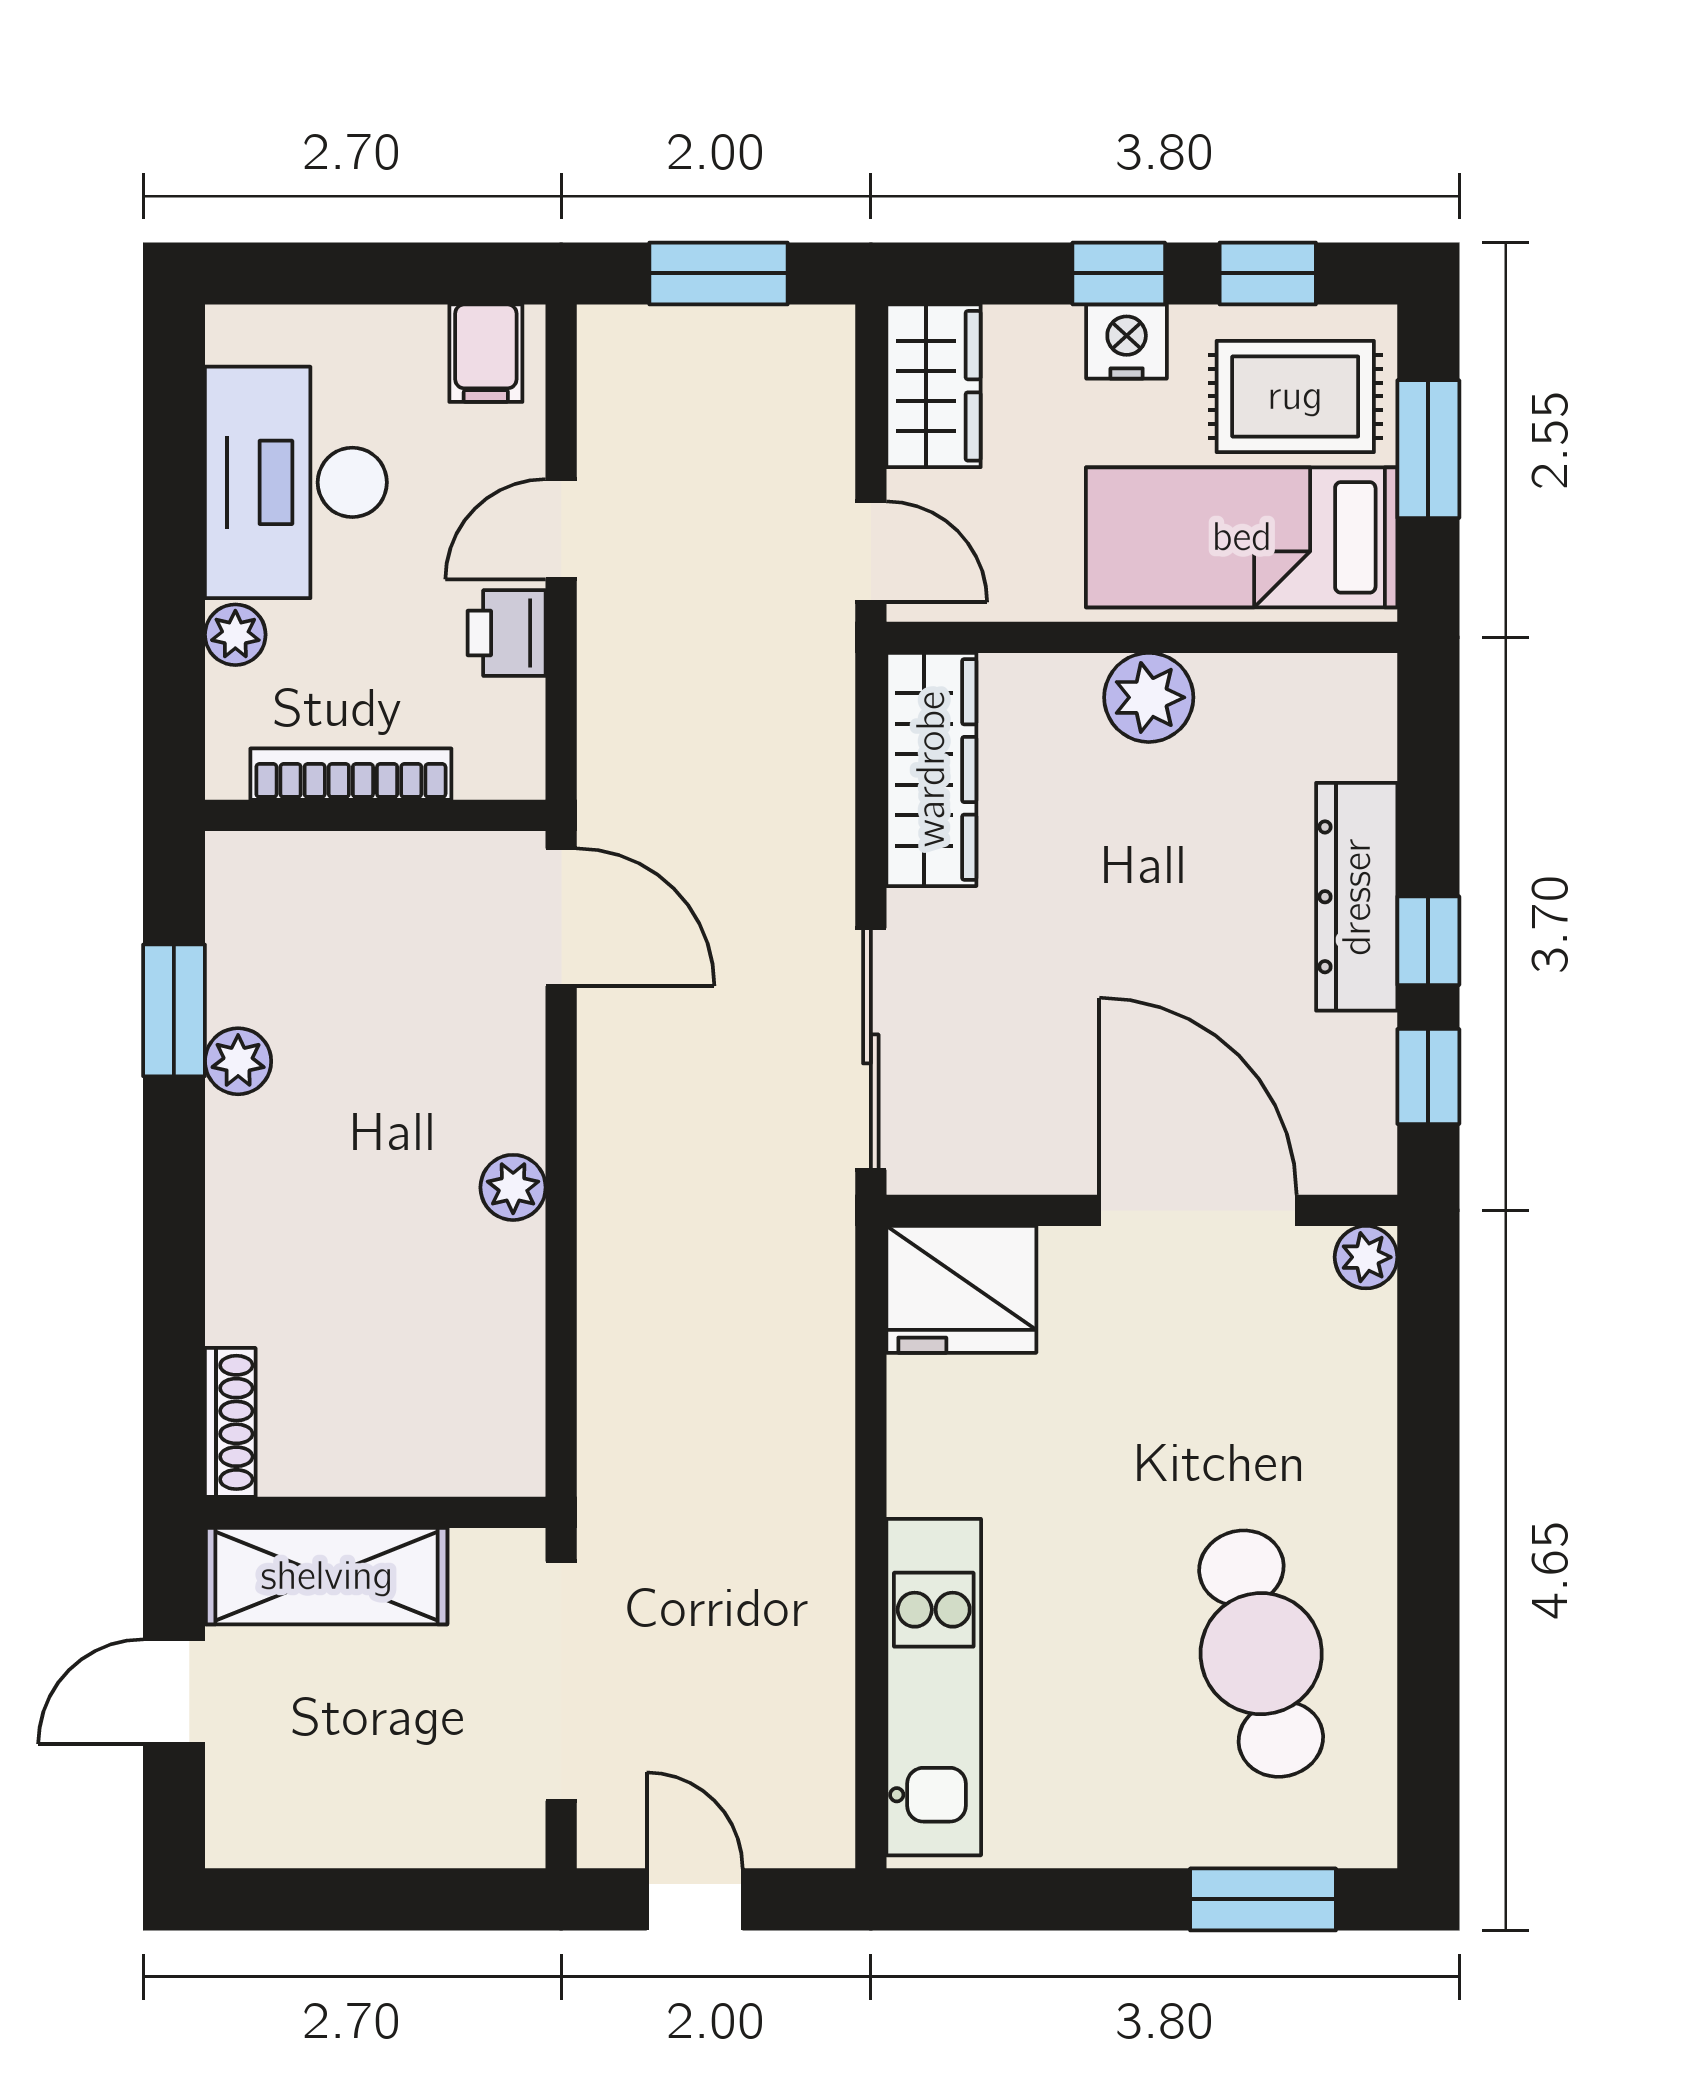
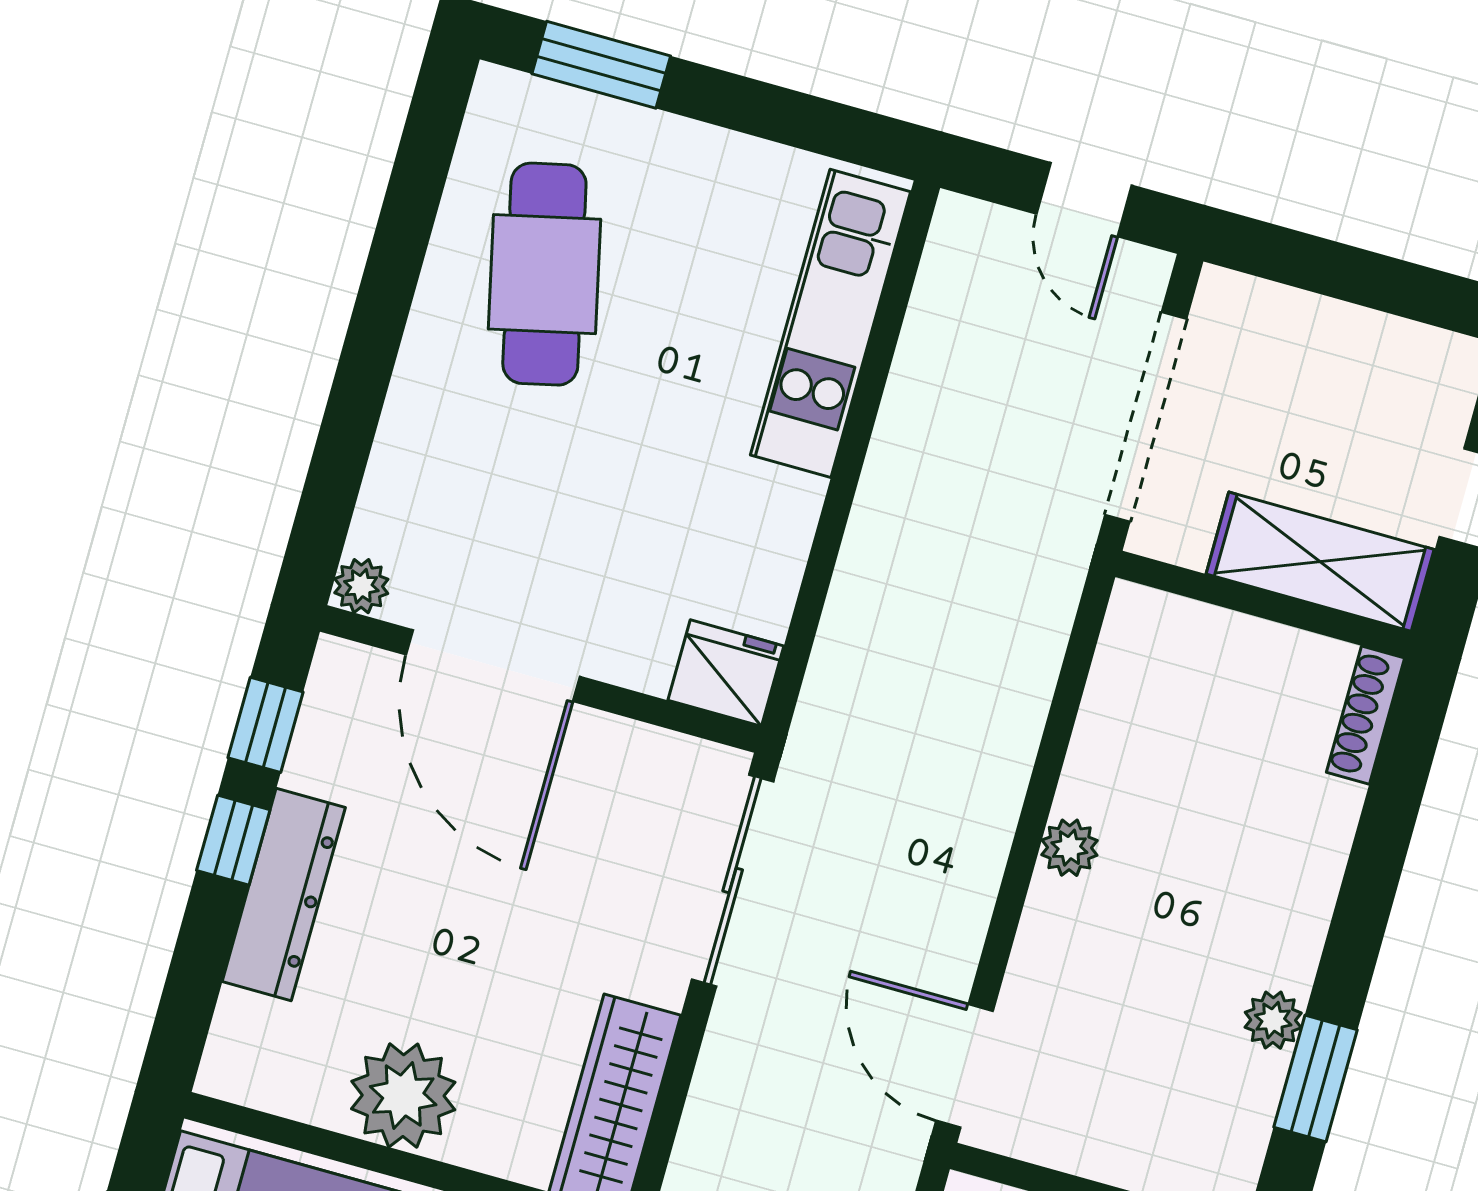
plant: (1149, 697) -> (403, 1096), width x1.36, depth x1.36
fridge: (961, 1289) -> (726, 673), width x0.73, depth x0.75

